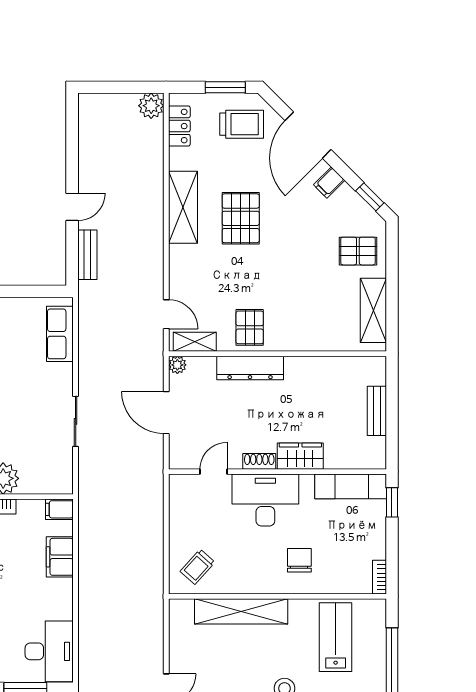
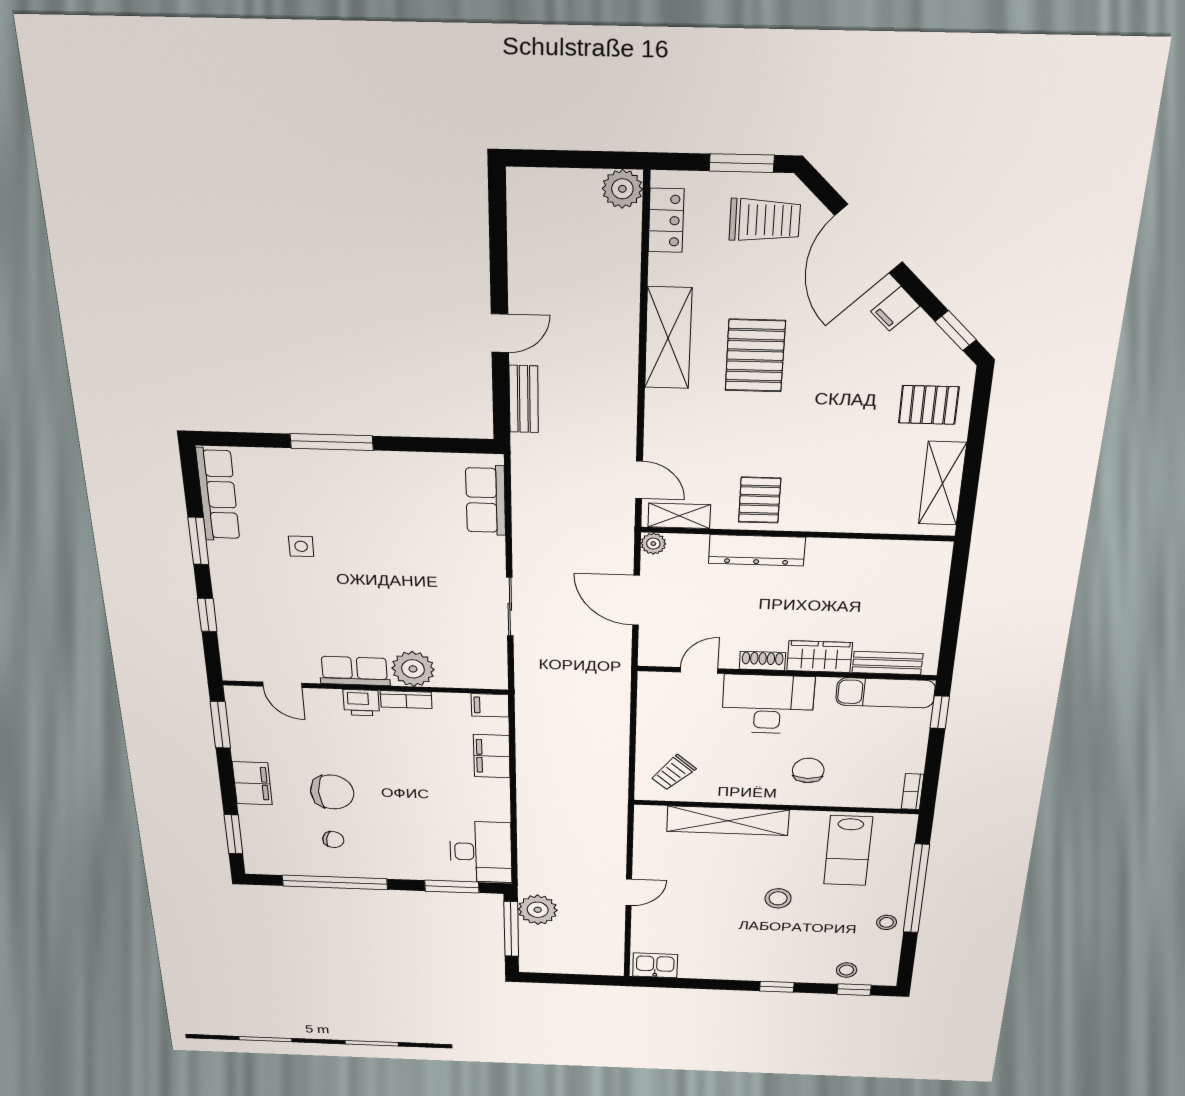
bench: (377, 411) -> (887, 663), moved, turned 90
lab bench: (336, 637) -> (848, 851), turned 180

